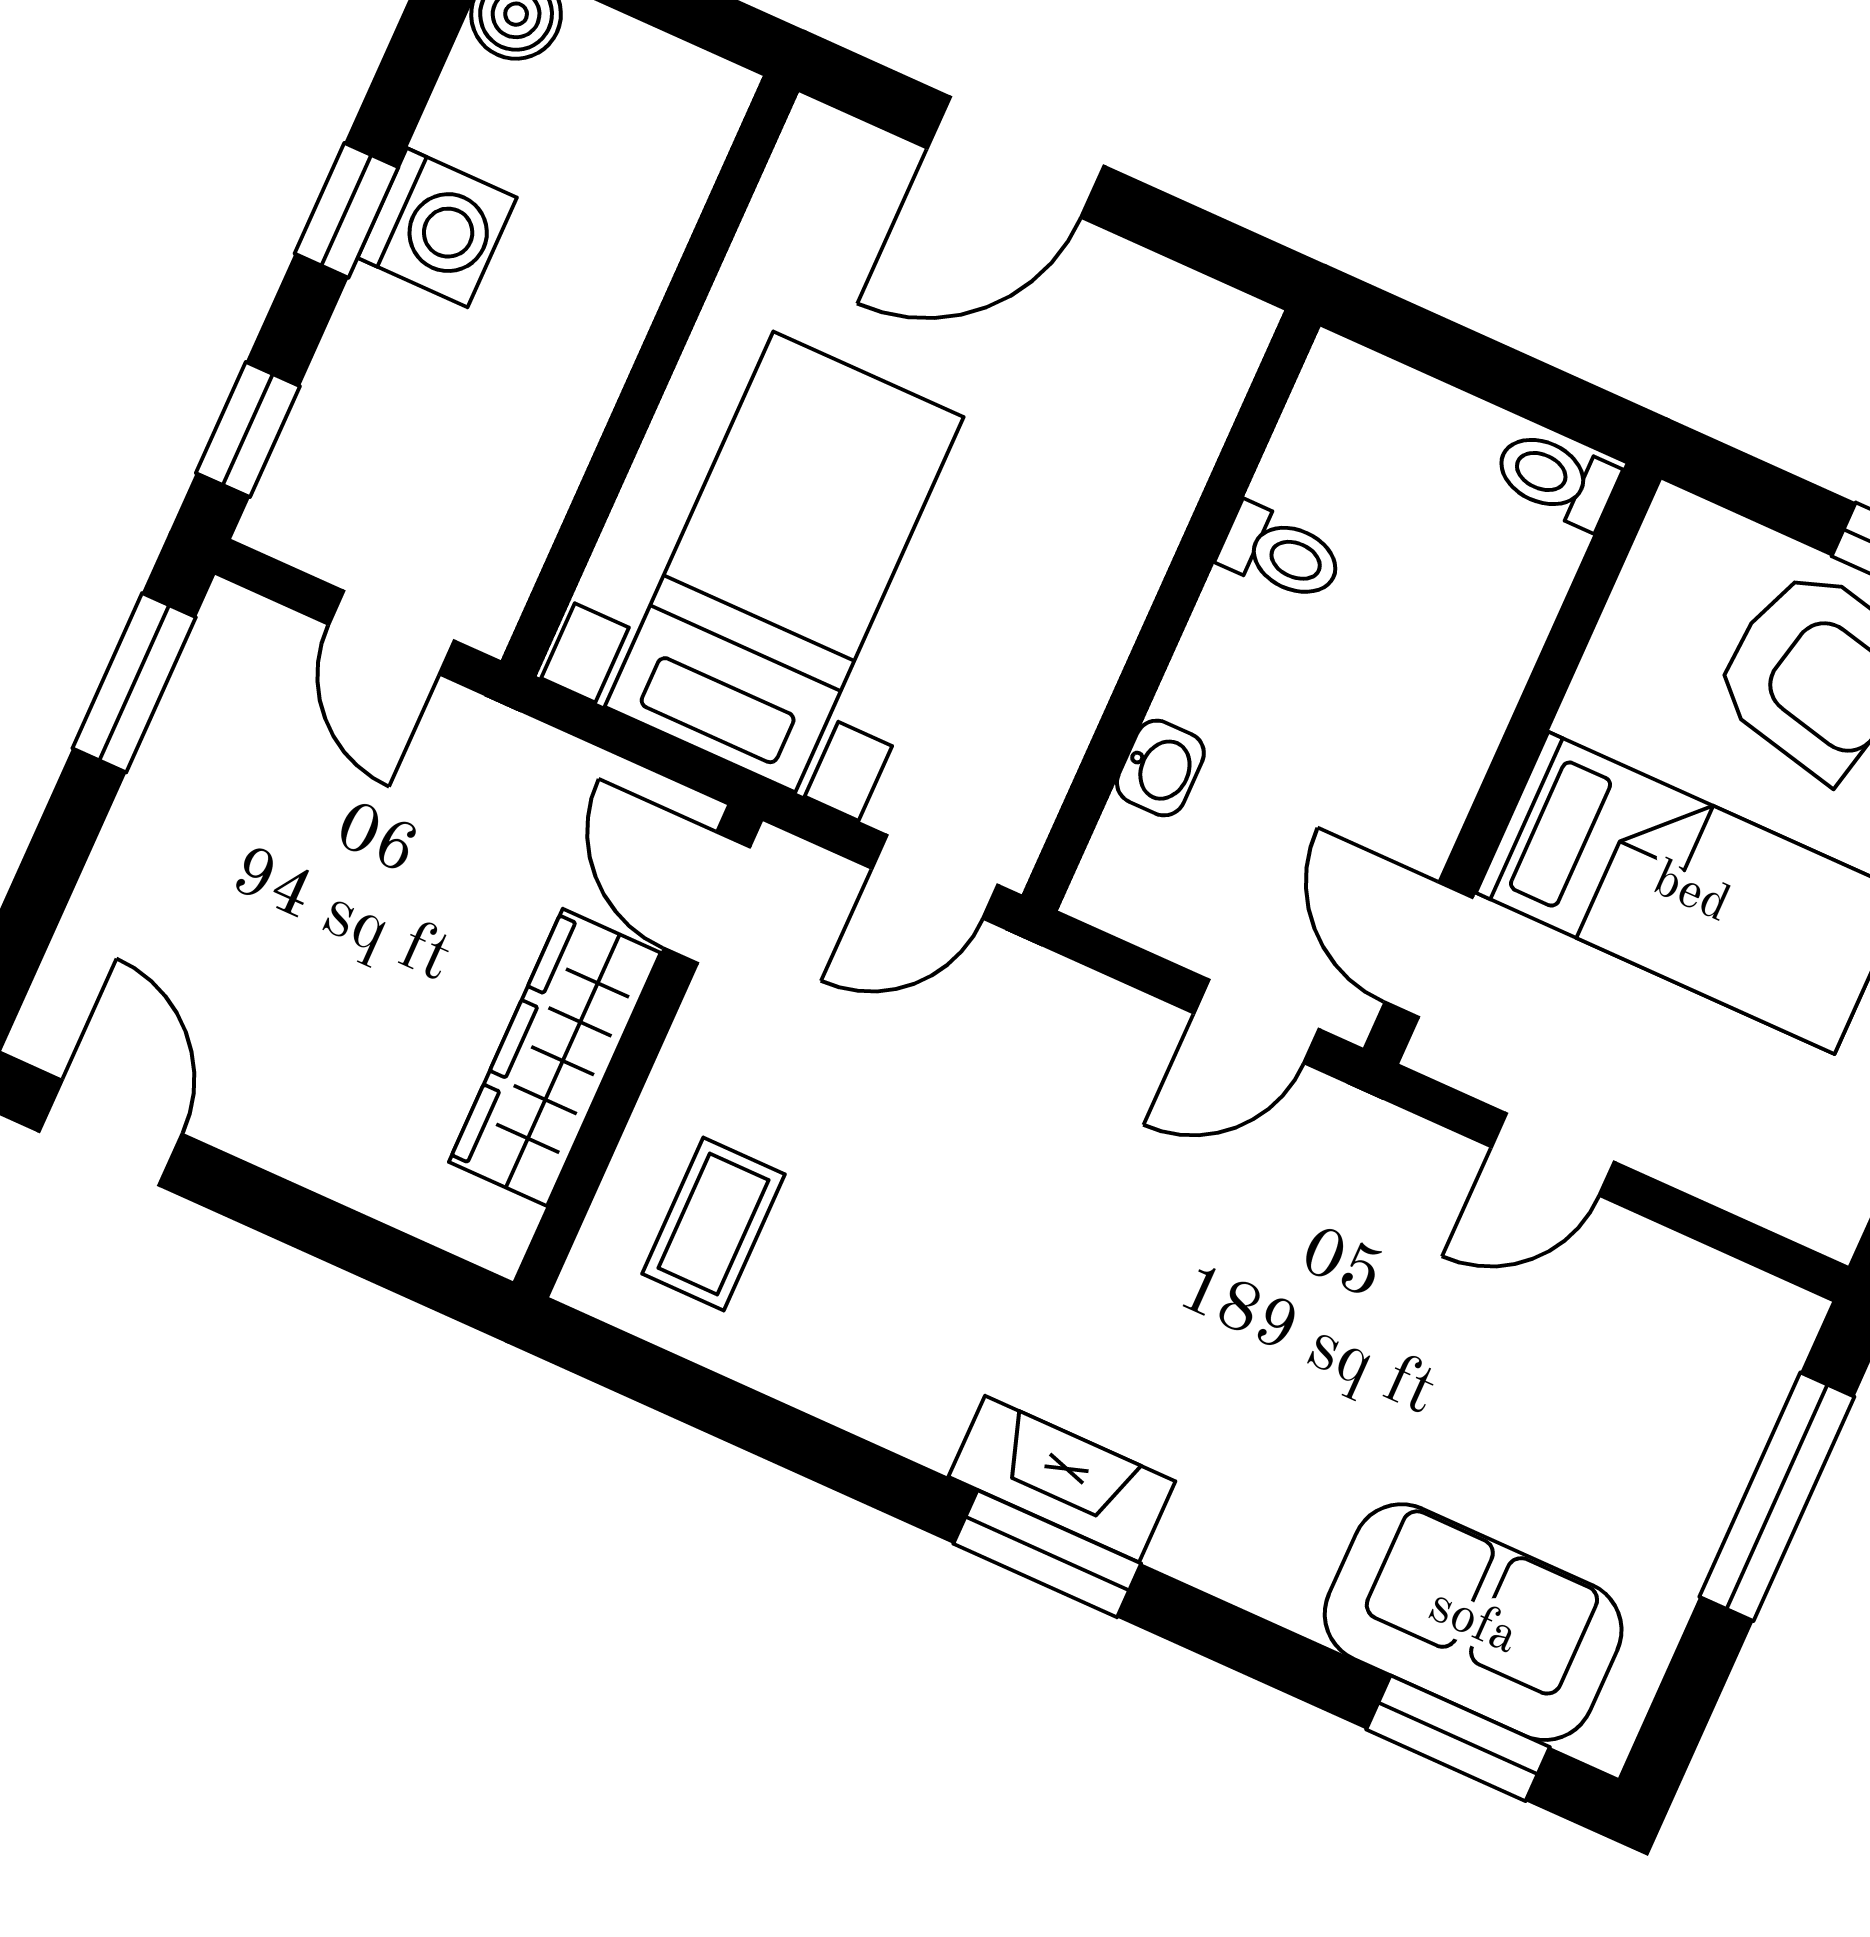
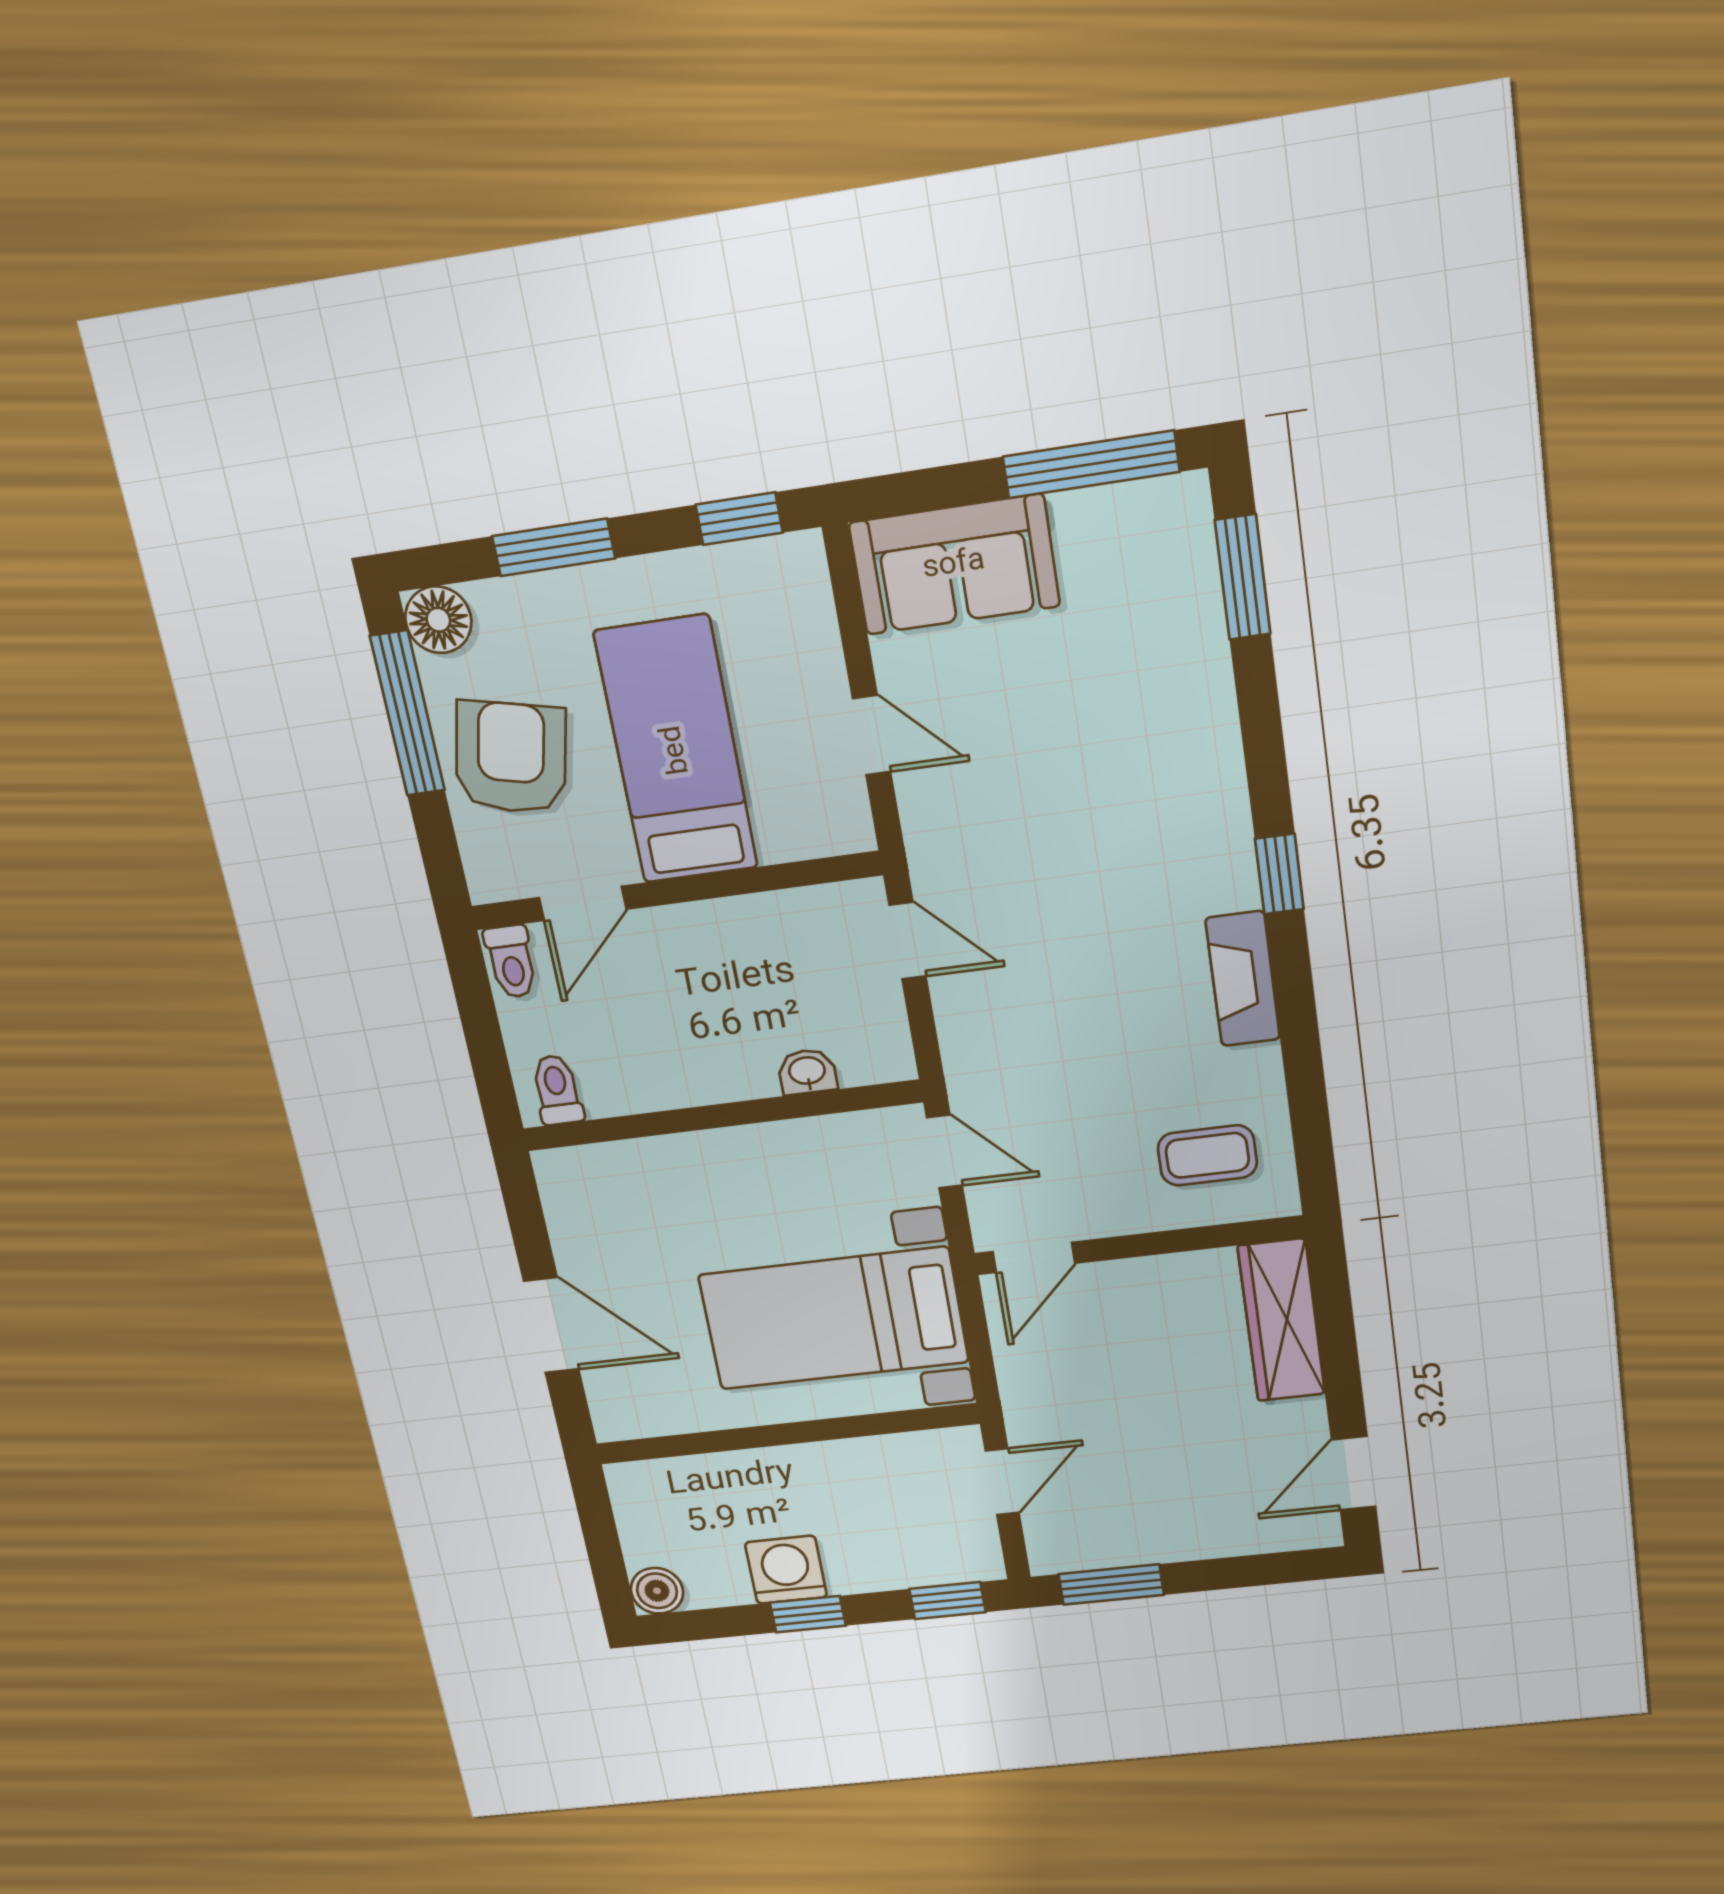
toilet: (1281, 554) -> (557, 1090), moved
door: (1429, 950) -> (583, 903), moved
wardrobe: (555, 1057) -> (1282, 1320), moved, turned 90
fireplace: (1062, 1479) -> (1243, 979), moved
window: (1777, 1497) -> (1091, 464), moved
window: (1047, 1554) -> (1279, 874), width x0.67
sofa: (1473, 1622) -> (954, 565), moved, turned -90

